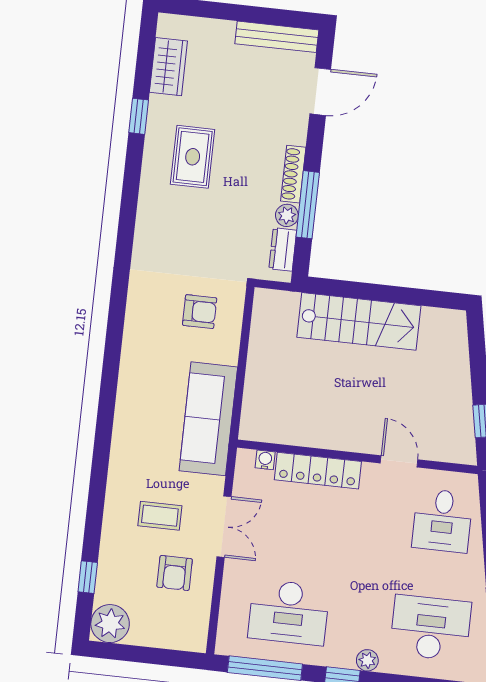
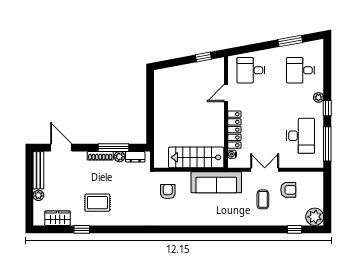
plant: (223, 31) -> (38, 195), added
stairs: (359, 321) -> (196, 157), moved, turned -90
desk: (442, 521) -> (251, 70), turned 180
desk: (430, 628) -> (301, 70), width x0.73

